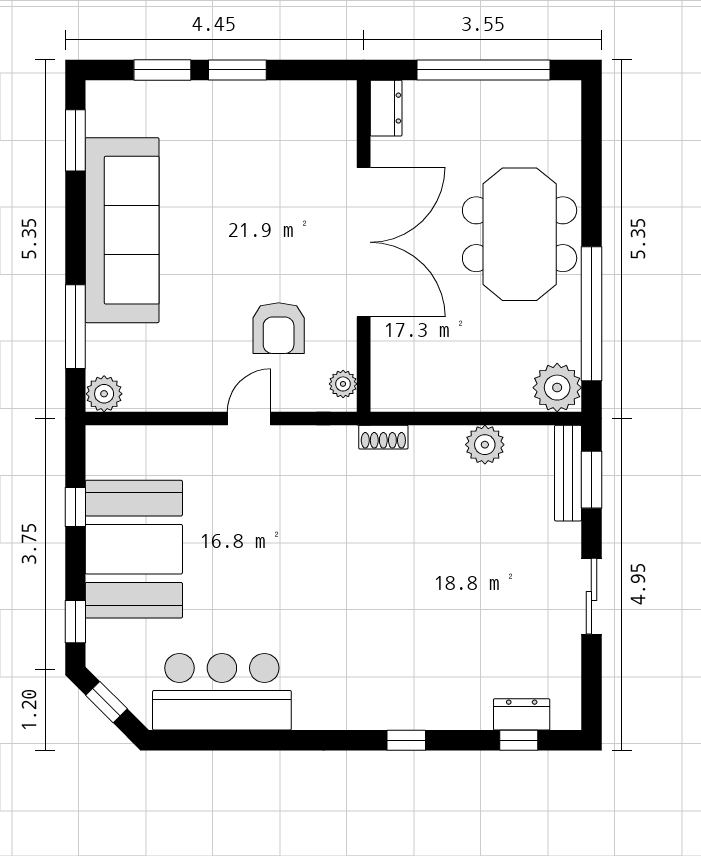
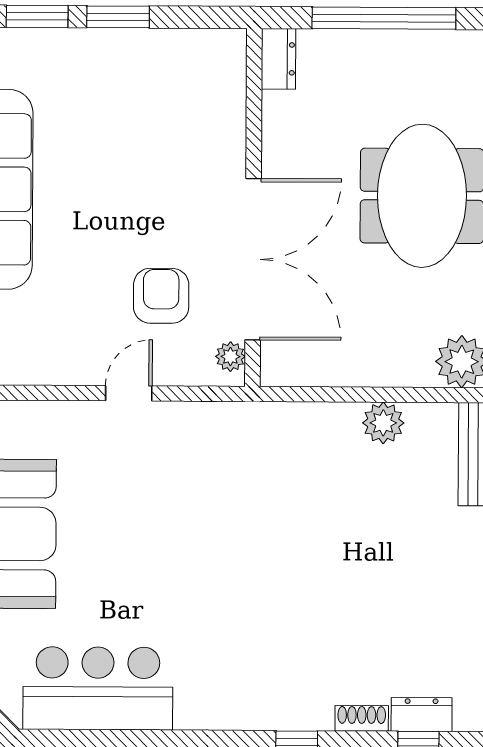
double door: (364, 242) -> (253, 259), moved
armchair: (279, 328) -> (161, 296), turned 180
shoe rack: (383, 437) -> (362, 718), moved, turned 180

